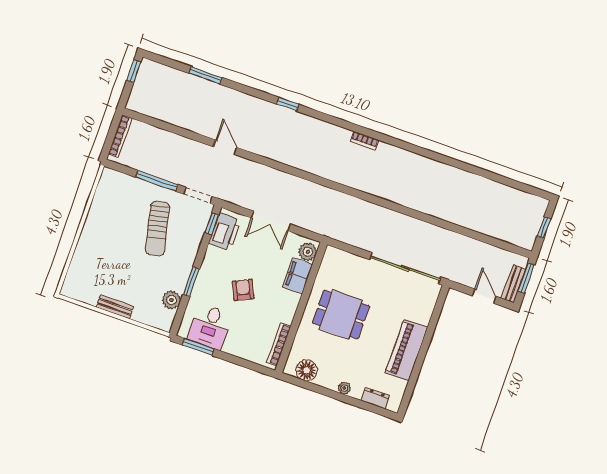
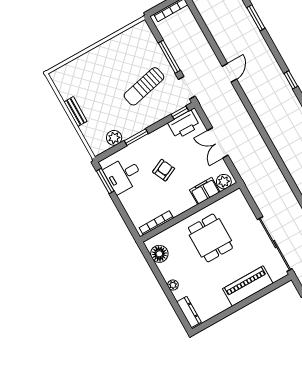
piano: (406, 350) -> (248, 286), moved
dresser: (376, 398) -> (189, 312), width x1.44

